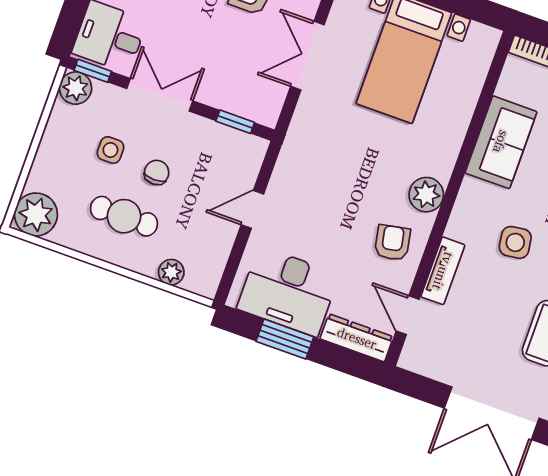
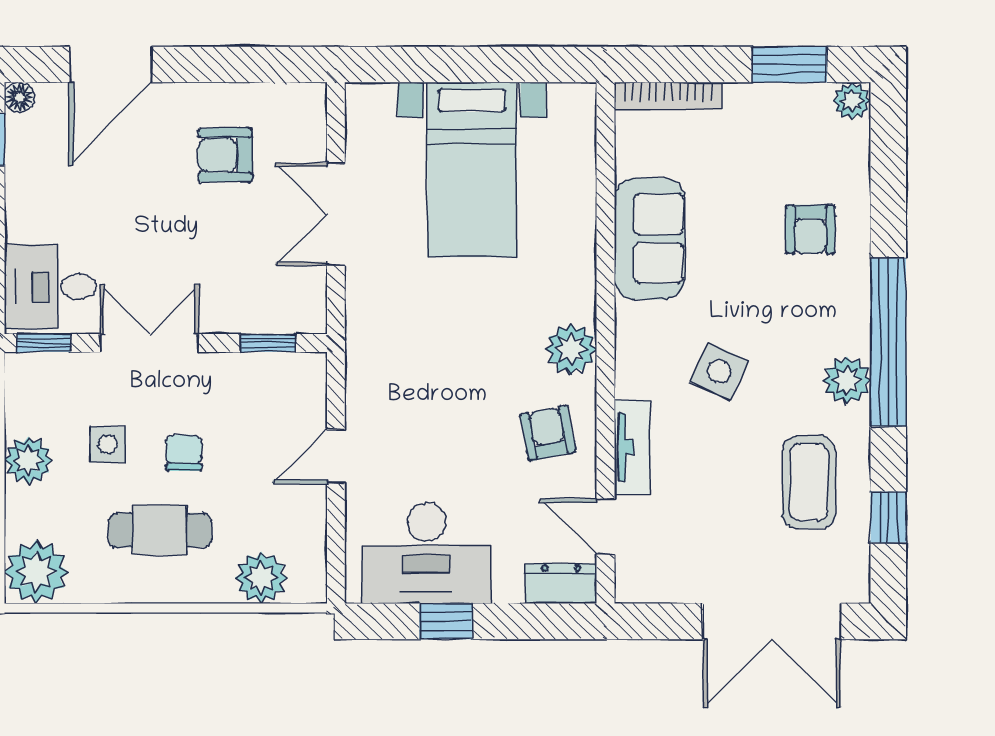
plant: (75, 88) -> (28, 460), moved
side table: (515, 242) -> (719, 371), turned 33
plant: (171, 272) -> (261, 578), width x1.38, depth x1.38
dresser: (357, 338) -> (561, 584), width x0.70
window: (285, 339) -> (446, 621), width x0.67

